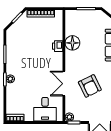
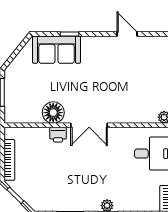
double door: (64, 84) -> (89, 125), moved
armchair: (90, 86) -> (118, 87), removed

